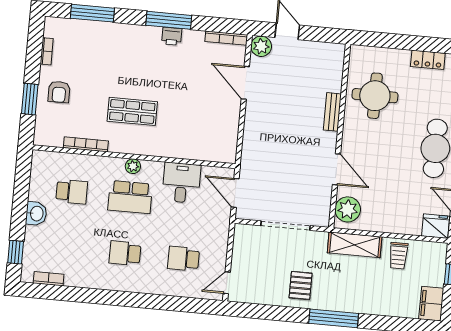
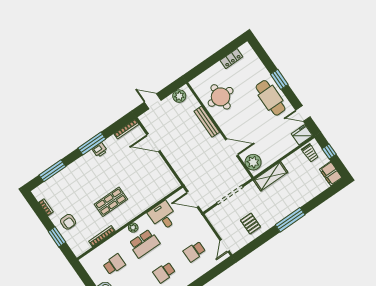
plant: (261, 46) -> (179, 96), moved
bench: (332, 112) -> (207, 122), width x1.36
trolley: (398, 256) -> (310, 153), moved
pallet: (301, 285) -> (251, 224), moved

